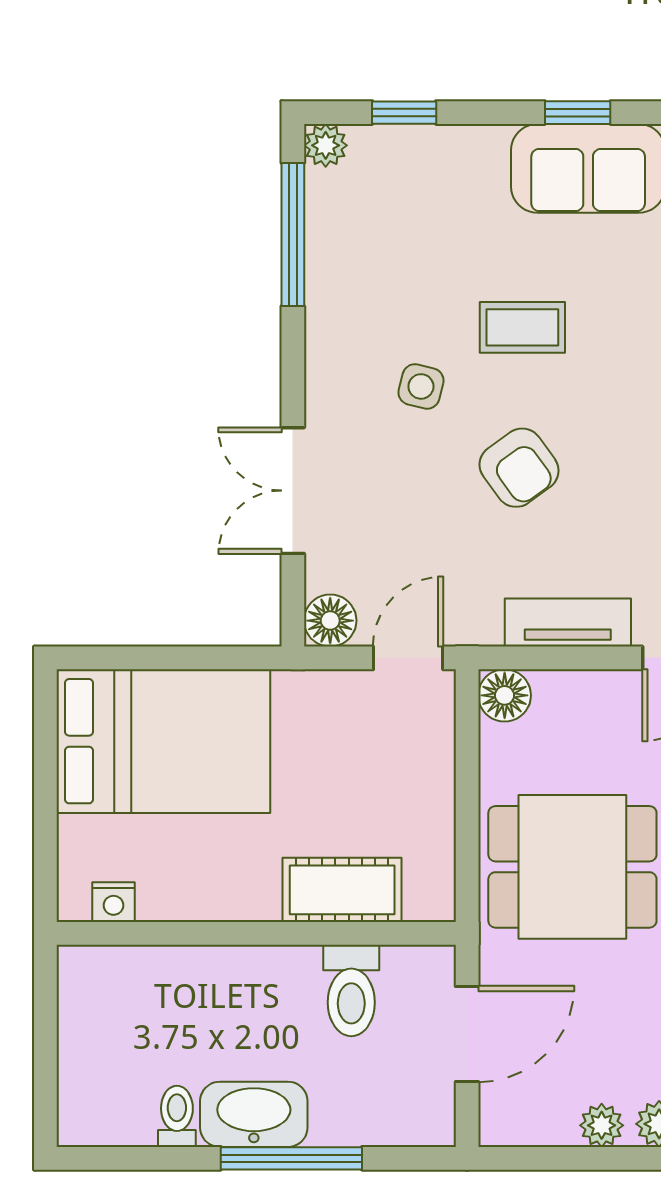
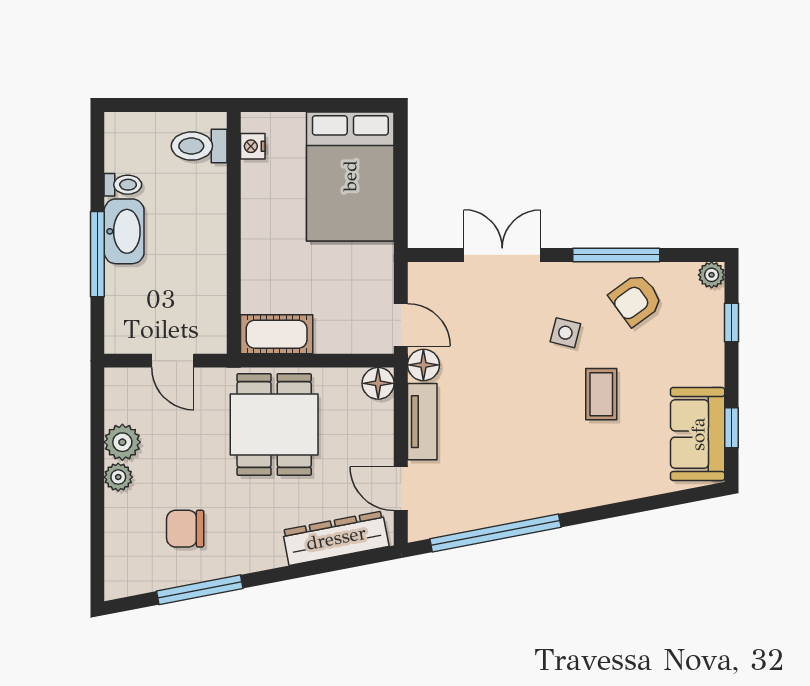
window: (293, 235) -> (616, 255), moved
armchair: (519, 468) -> (636, 300), moved
floor lamp: (330, 621) -> (423, 365), moved
cot: (342, 890) -> (277, 334), moved, turned 90
toilet: (351, 991) -> (199, 146), moved
door: (467, 1034) -> (173, 361), width x0.73
plant: (602, 1125) -> (122, 442), width x1.38, depth x1.38

